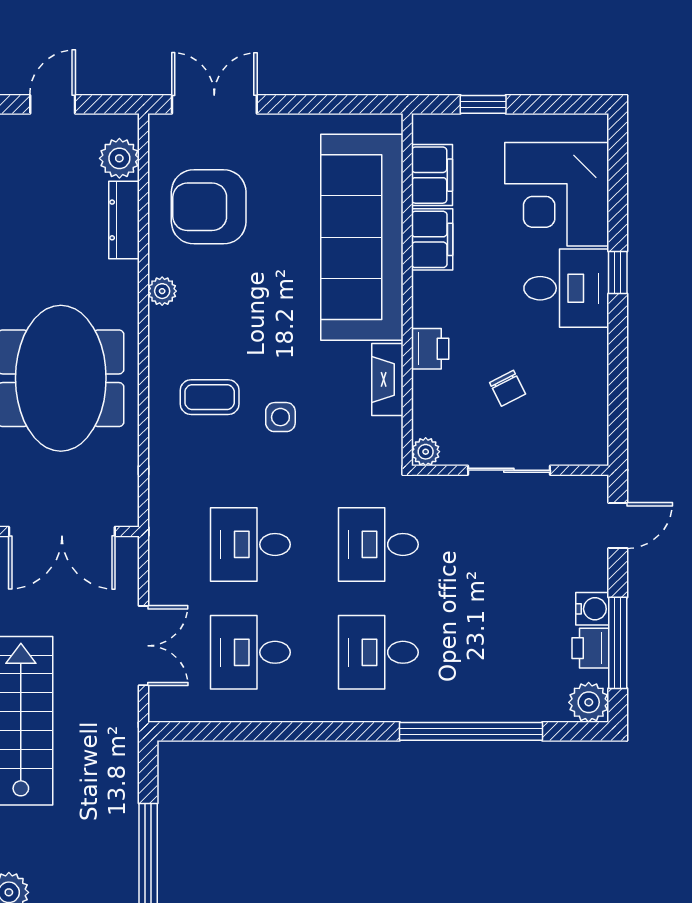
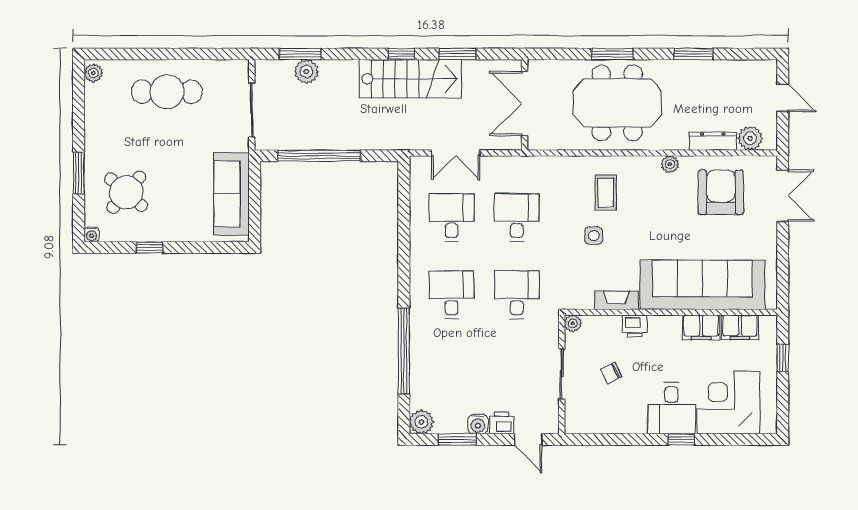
window: (618, 643) -> (457, 439), width x0.69
printer: (590, 648) -> (502, 423), moved

